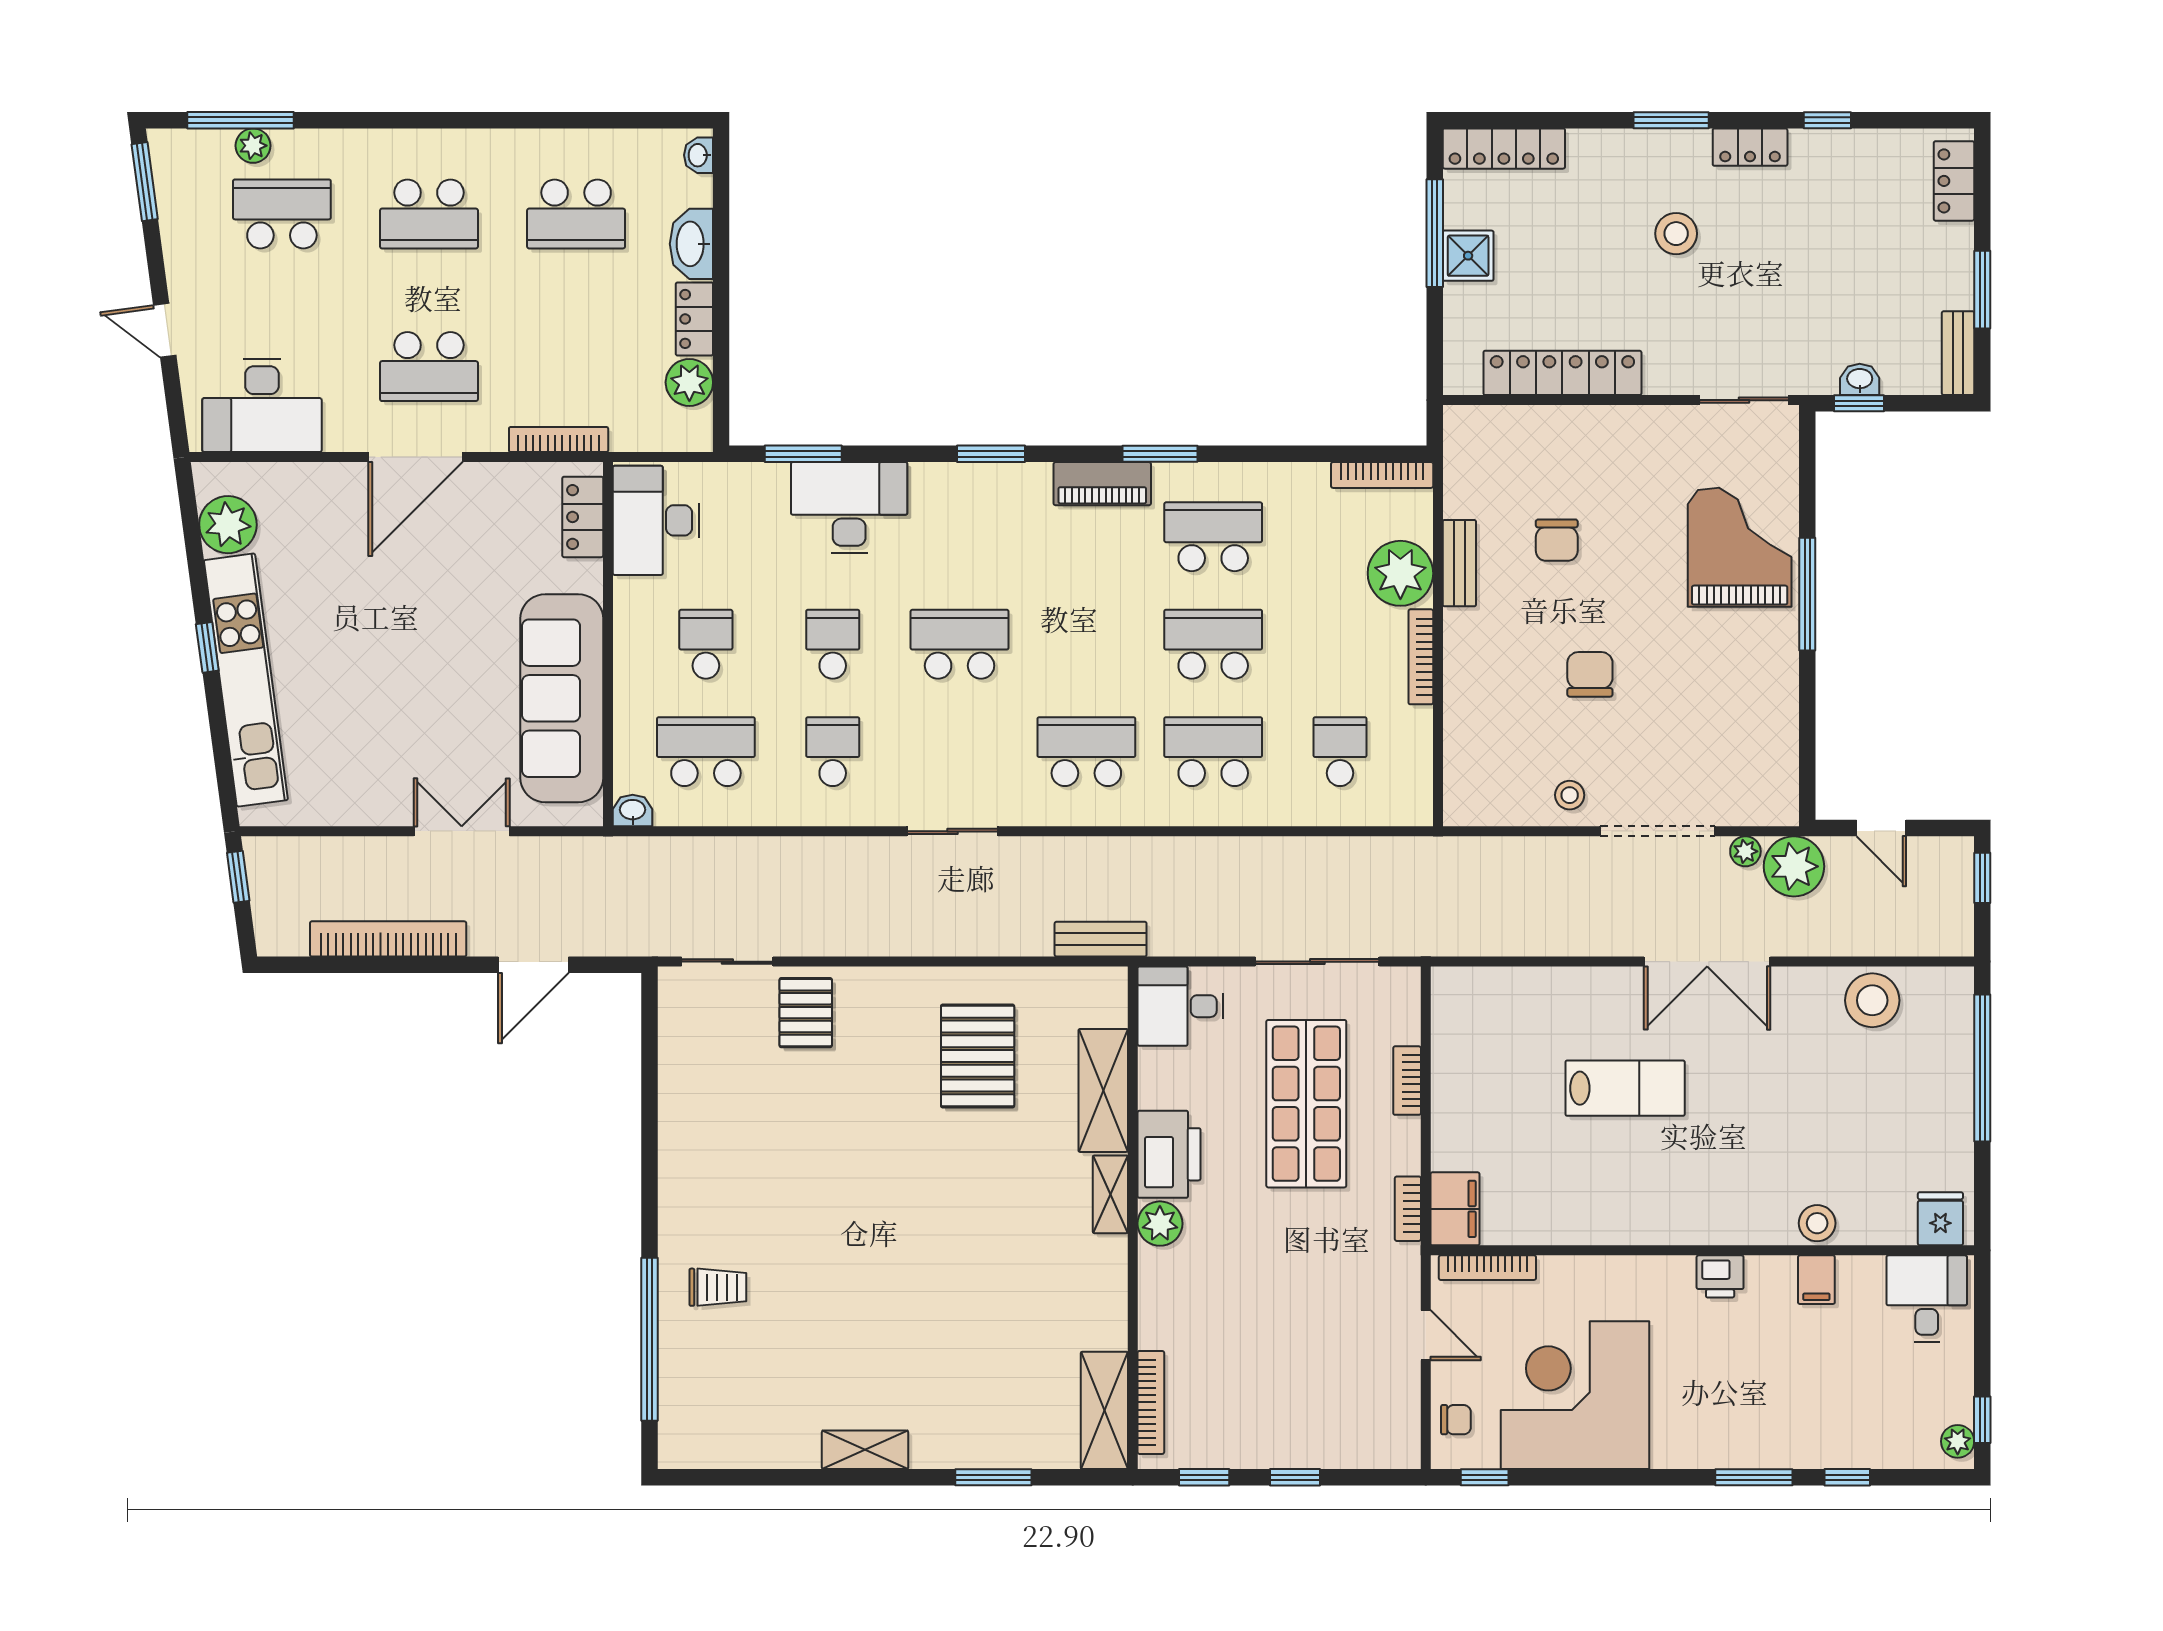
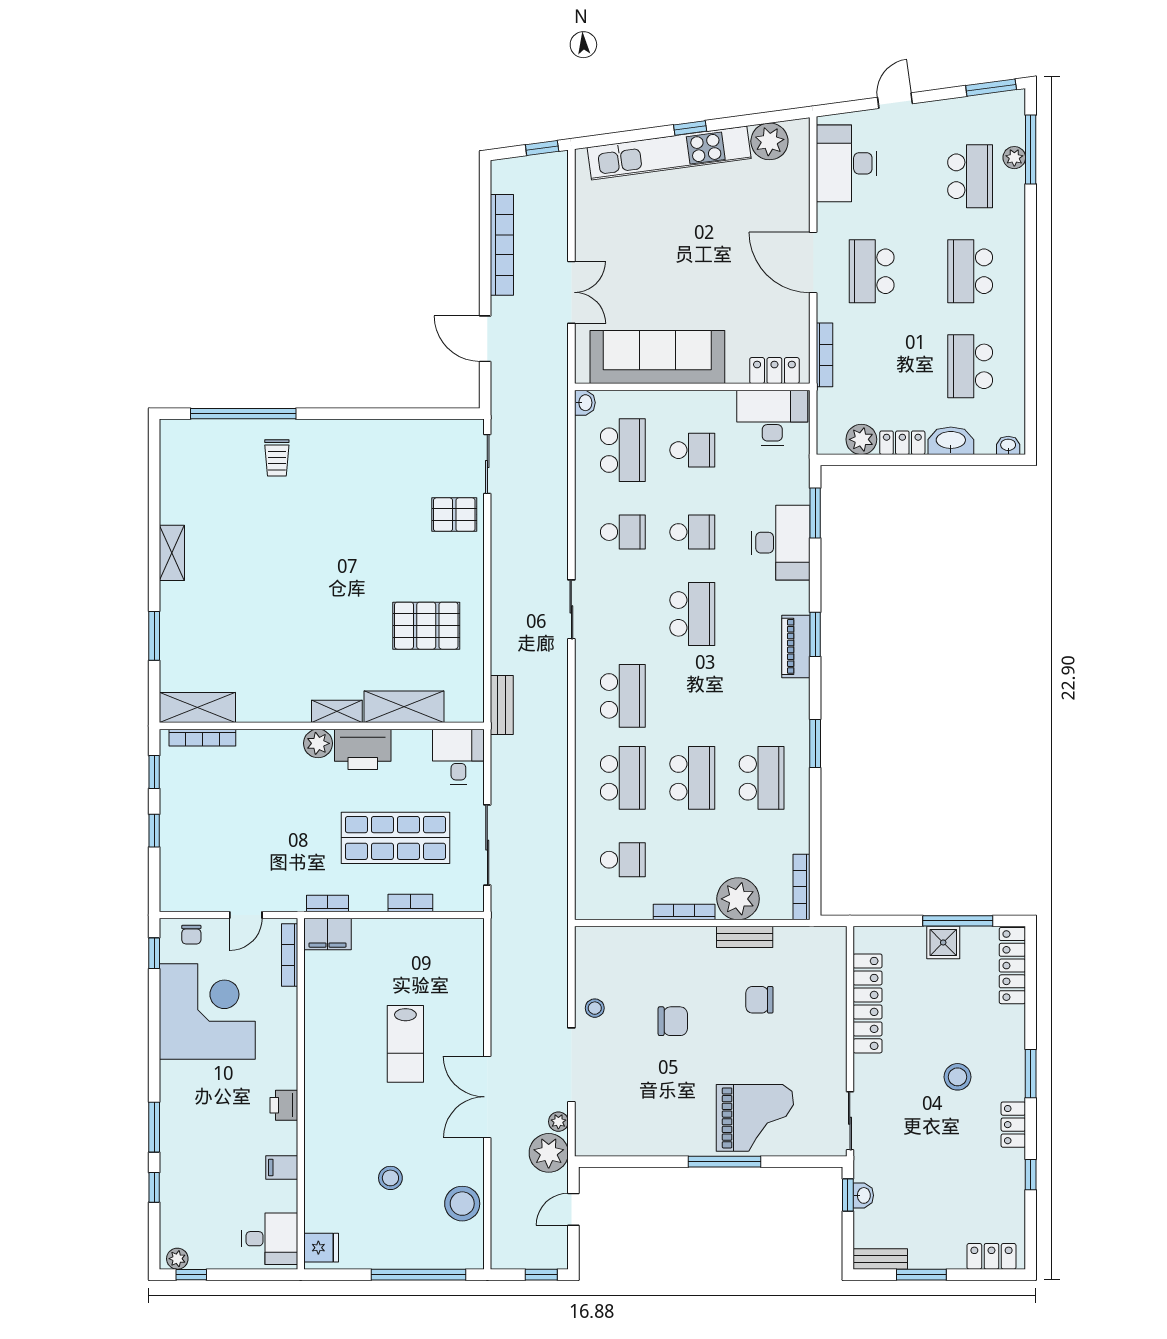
piano: (1102, 484) -> (796, 646), moved
stool: (1817, 1223) -> (390, 1178), moved

